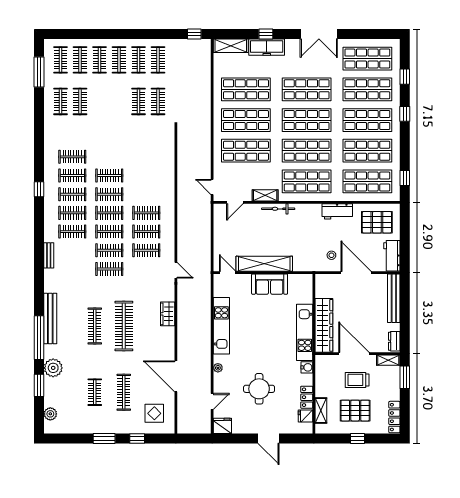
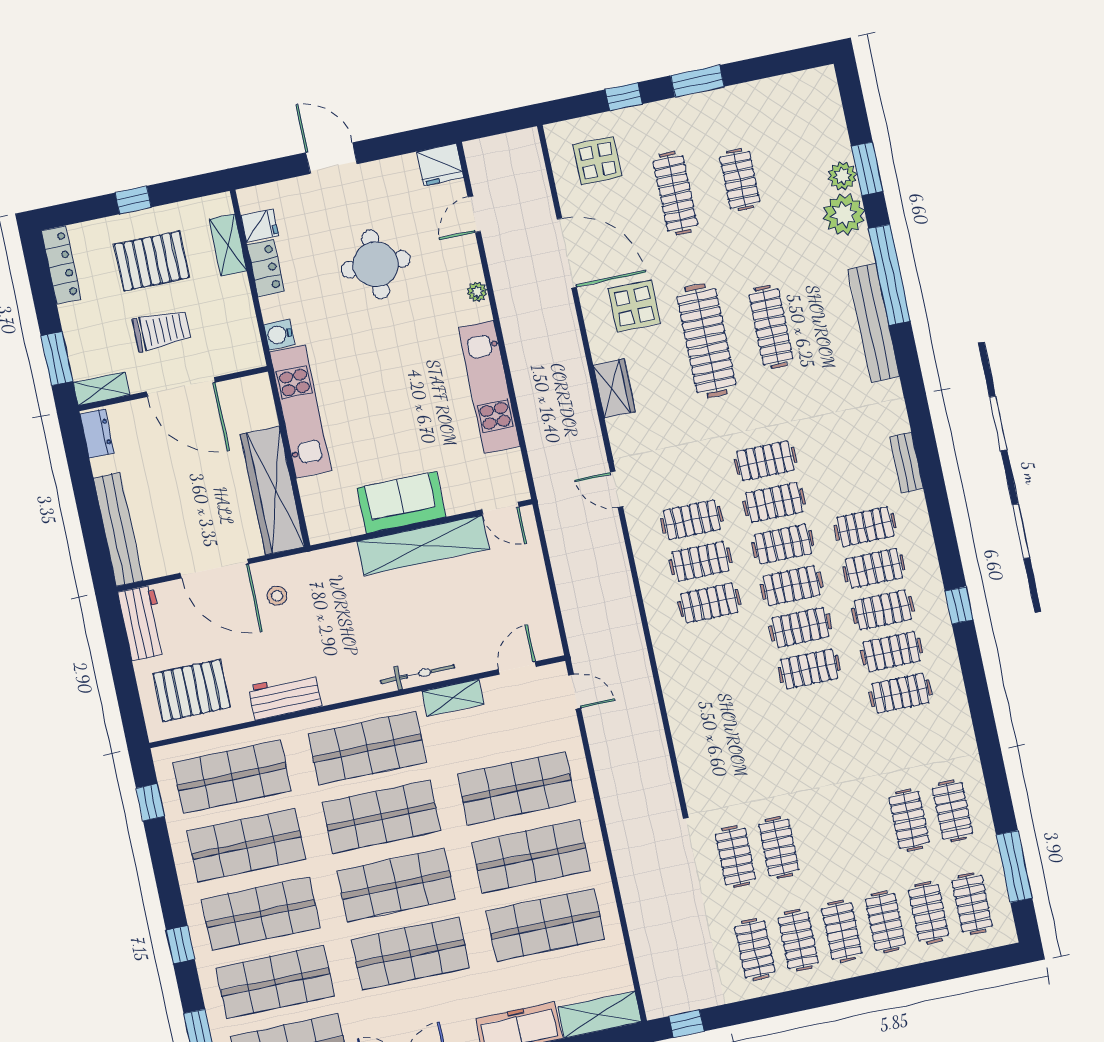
wardrobe: (324, 325) -> (273, 490), moved
display table: (152, 347) -> (634, 306), added
plant: (50, 414) -> (842, 176), moved

